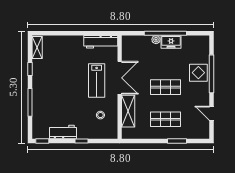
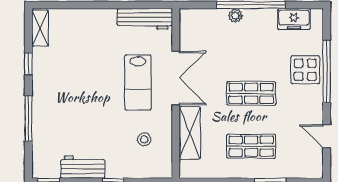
freezer: (171, 42) -> (294, 19), moved

